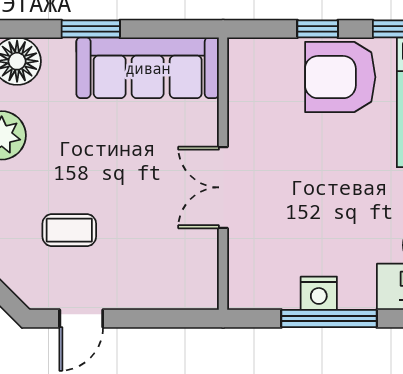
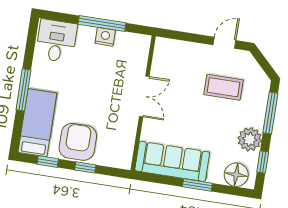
armchair: (340, 77) -> (78, 142), turned -90
coffee table: (69, 230) -> (224, 87), width x1.36, depth x1.30

